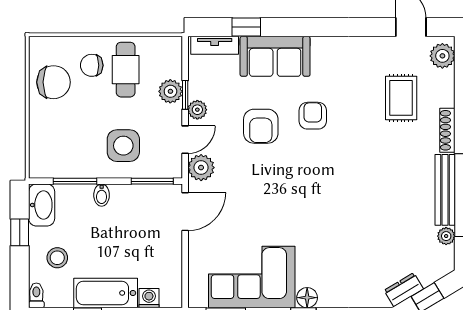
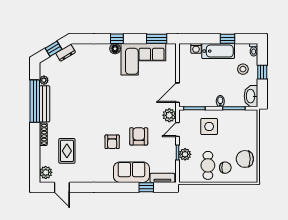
plant: (197, 110) -> (171, 145), removed
window: (20, 232) -> (262, 72), moved

